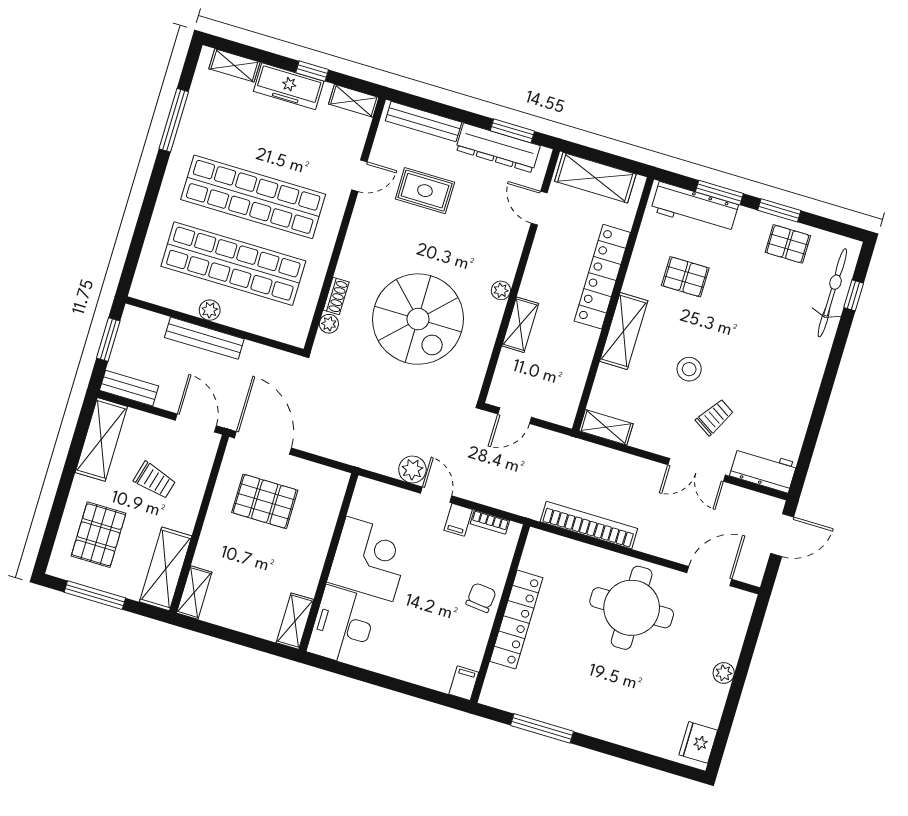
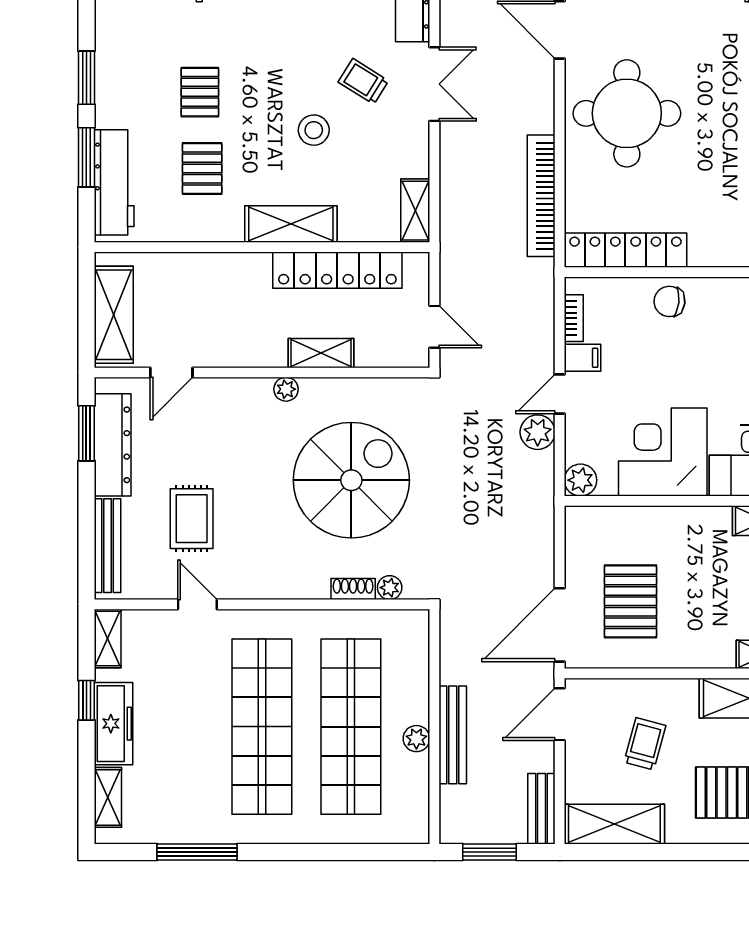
pallet: (788, 244) -> (200, 92), moved
locker: (602, 277) -> (337, 270), moved
plant: (367, 491) -> (581, 480), added
locker: (516, 619) -> (625, 250), moved

